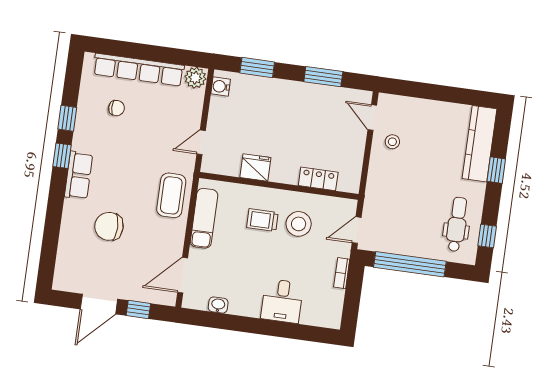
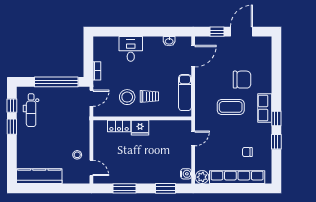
kitchen counter: (480, 144) -> (39, 176), moved, turned -90
fridge: (255, 168) -> (140, 128), moved
window: (496, 170) -> (12, 127), moved
coffee table: (171, 195) -> (231, 107), moved, turned 90

